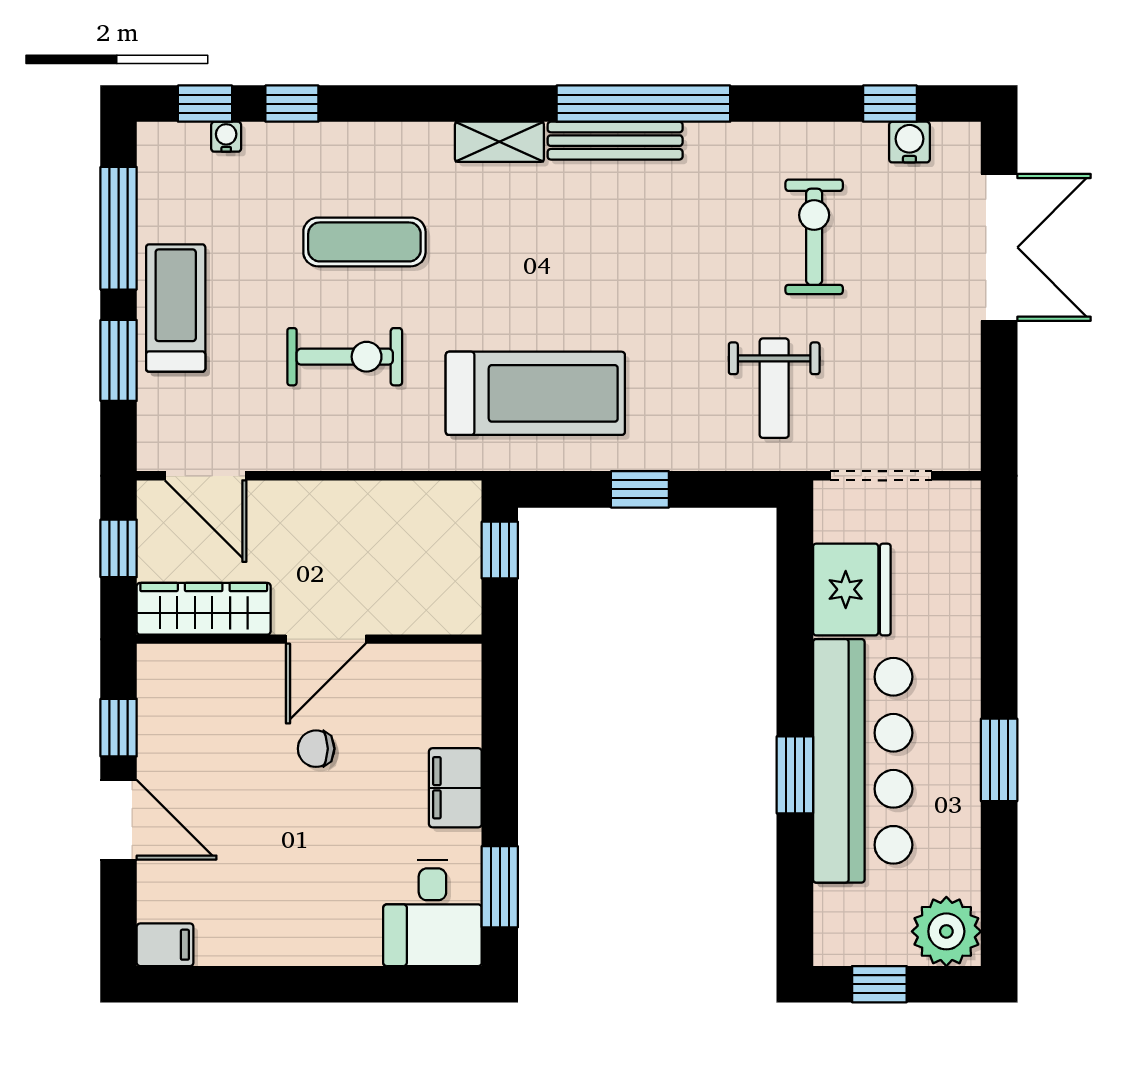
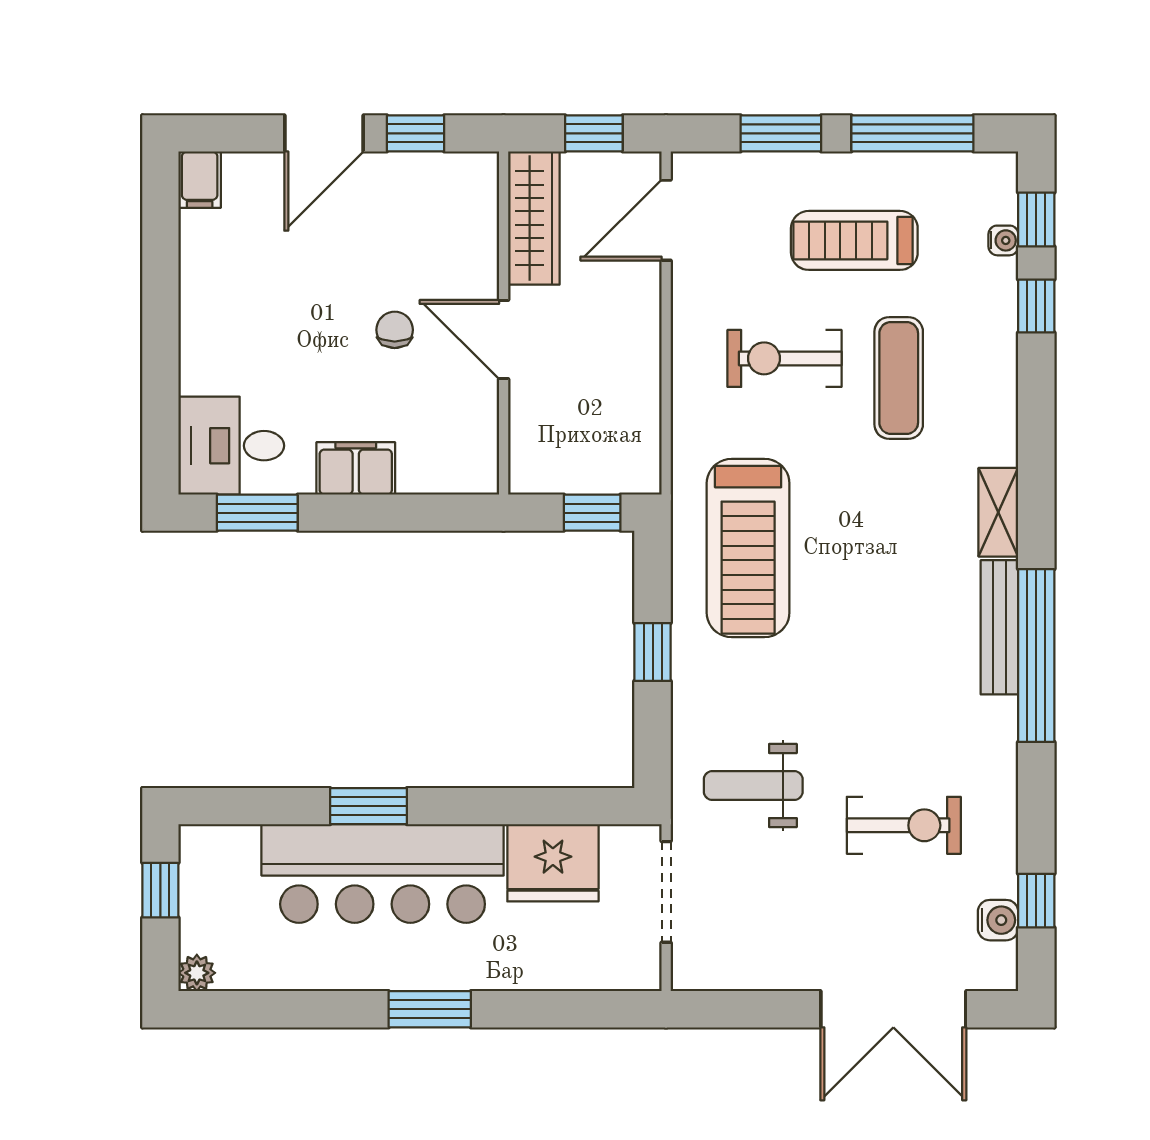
treadmill: (176, 308) -> (854, 240), moved, turned 180
exercise bike: (345, 357) -> (785, 358), turned 90
window: (999, 760) -> (430, 1009), moved
plant: (946, 931) -> (197, 973), width x0.53, depth x0.53

